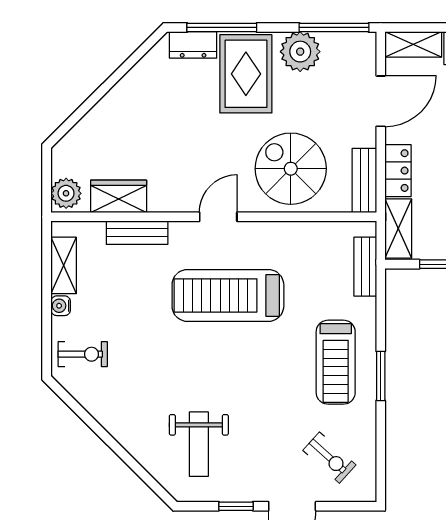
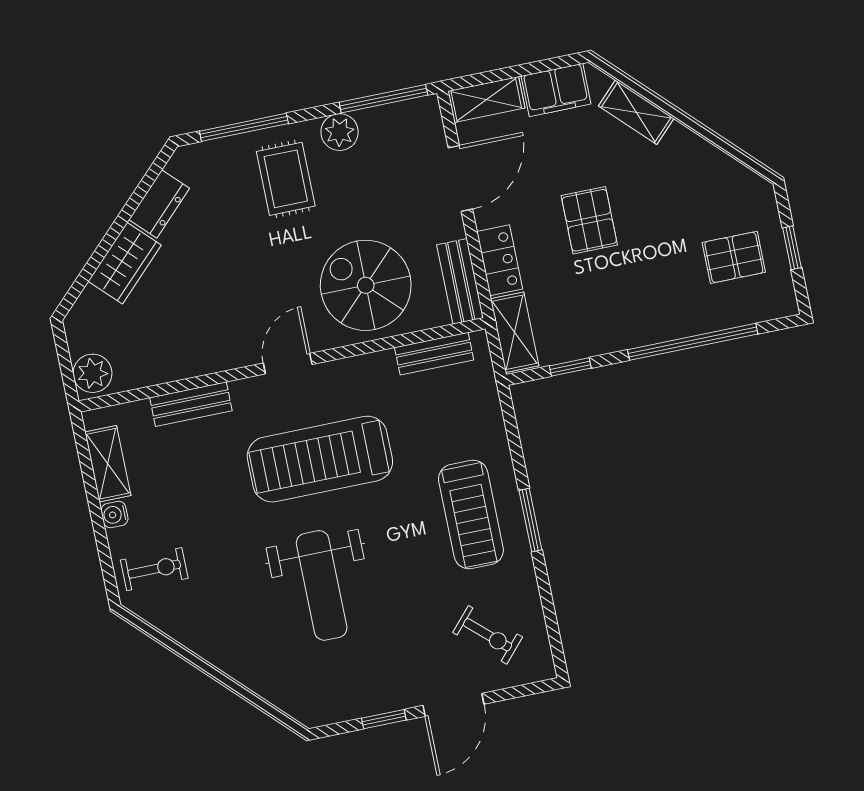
dresser: (193, 45) -> (159, 204), moved, turned -45
plant: (300, 52) -> (340, 132), width x0.73, depth x0.73
rug: (246, 74) -> (286, 179), width x0.73, depth x0.70
wardrobe: (119, 196) -> (125, 263), moved, turned 135
bench: (365, 267) -> (434, 354), moved, turned 90
weight bench: (199, 444) -> (322, 585), moved, width x1.36, depth x1.33

